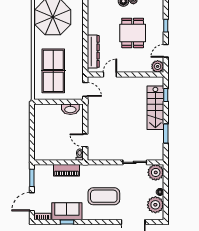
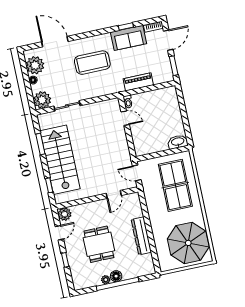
dresser: (93, 51) -> (141, 236), moved
stairs: (155, 108) -> (60, 160), width x1.36, depth x1.51
washbasin: (70, 109) -> (178, 142), moved

